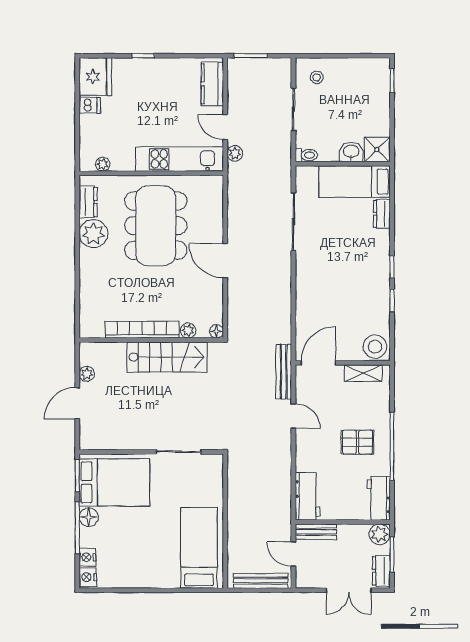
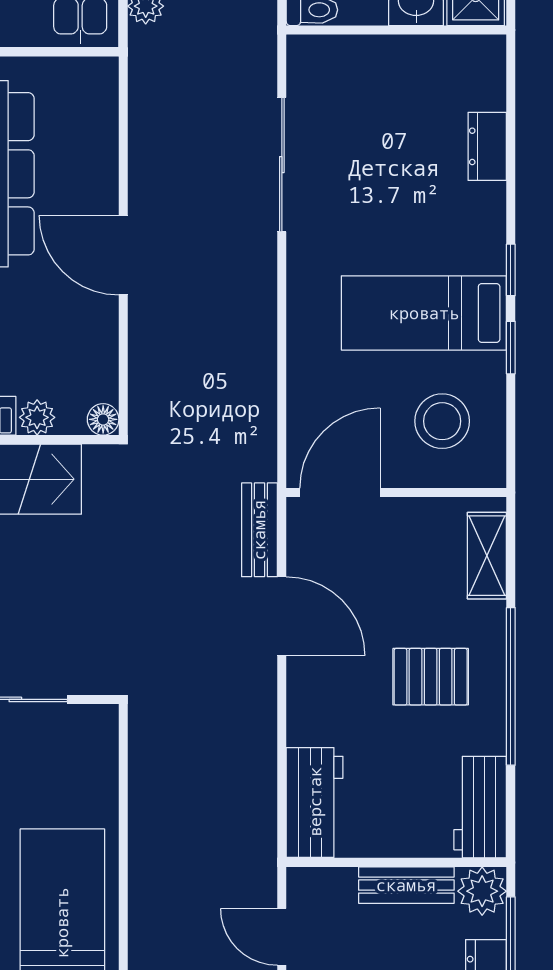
bed: (355, 182) -> (424, 313), moved
stool: (375, 347) -> (442, 421), moved
bench: (284, 372) -> (259, 530), width x0.73
shelving: (363, 373) -> (487, 556), moved, turned 90
door: (293, 416) -> (282, 616), width x1.38
bench: (316, 532) -> (406, 885), moved

